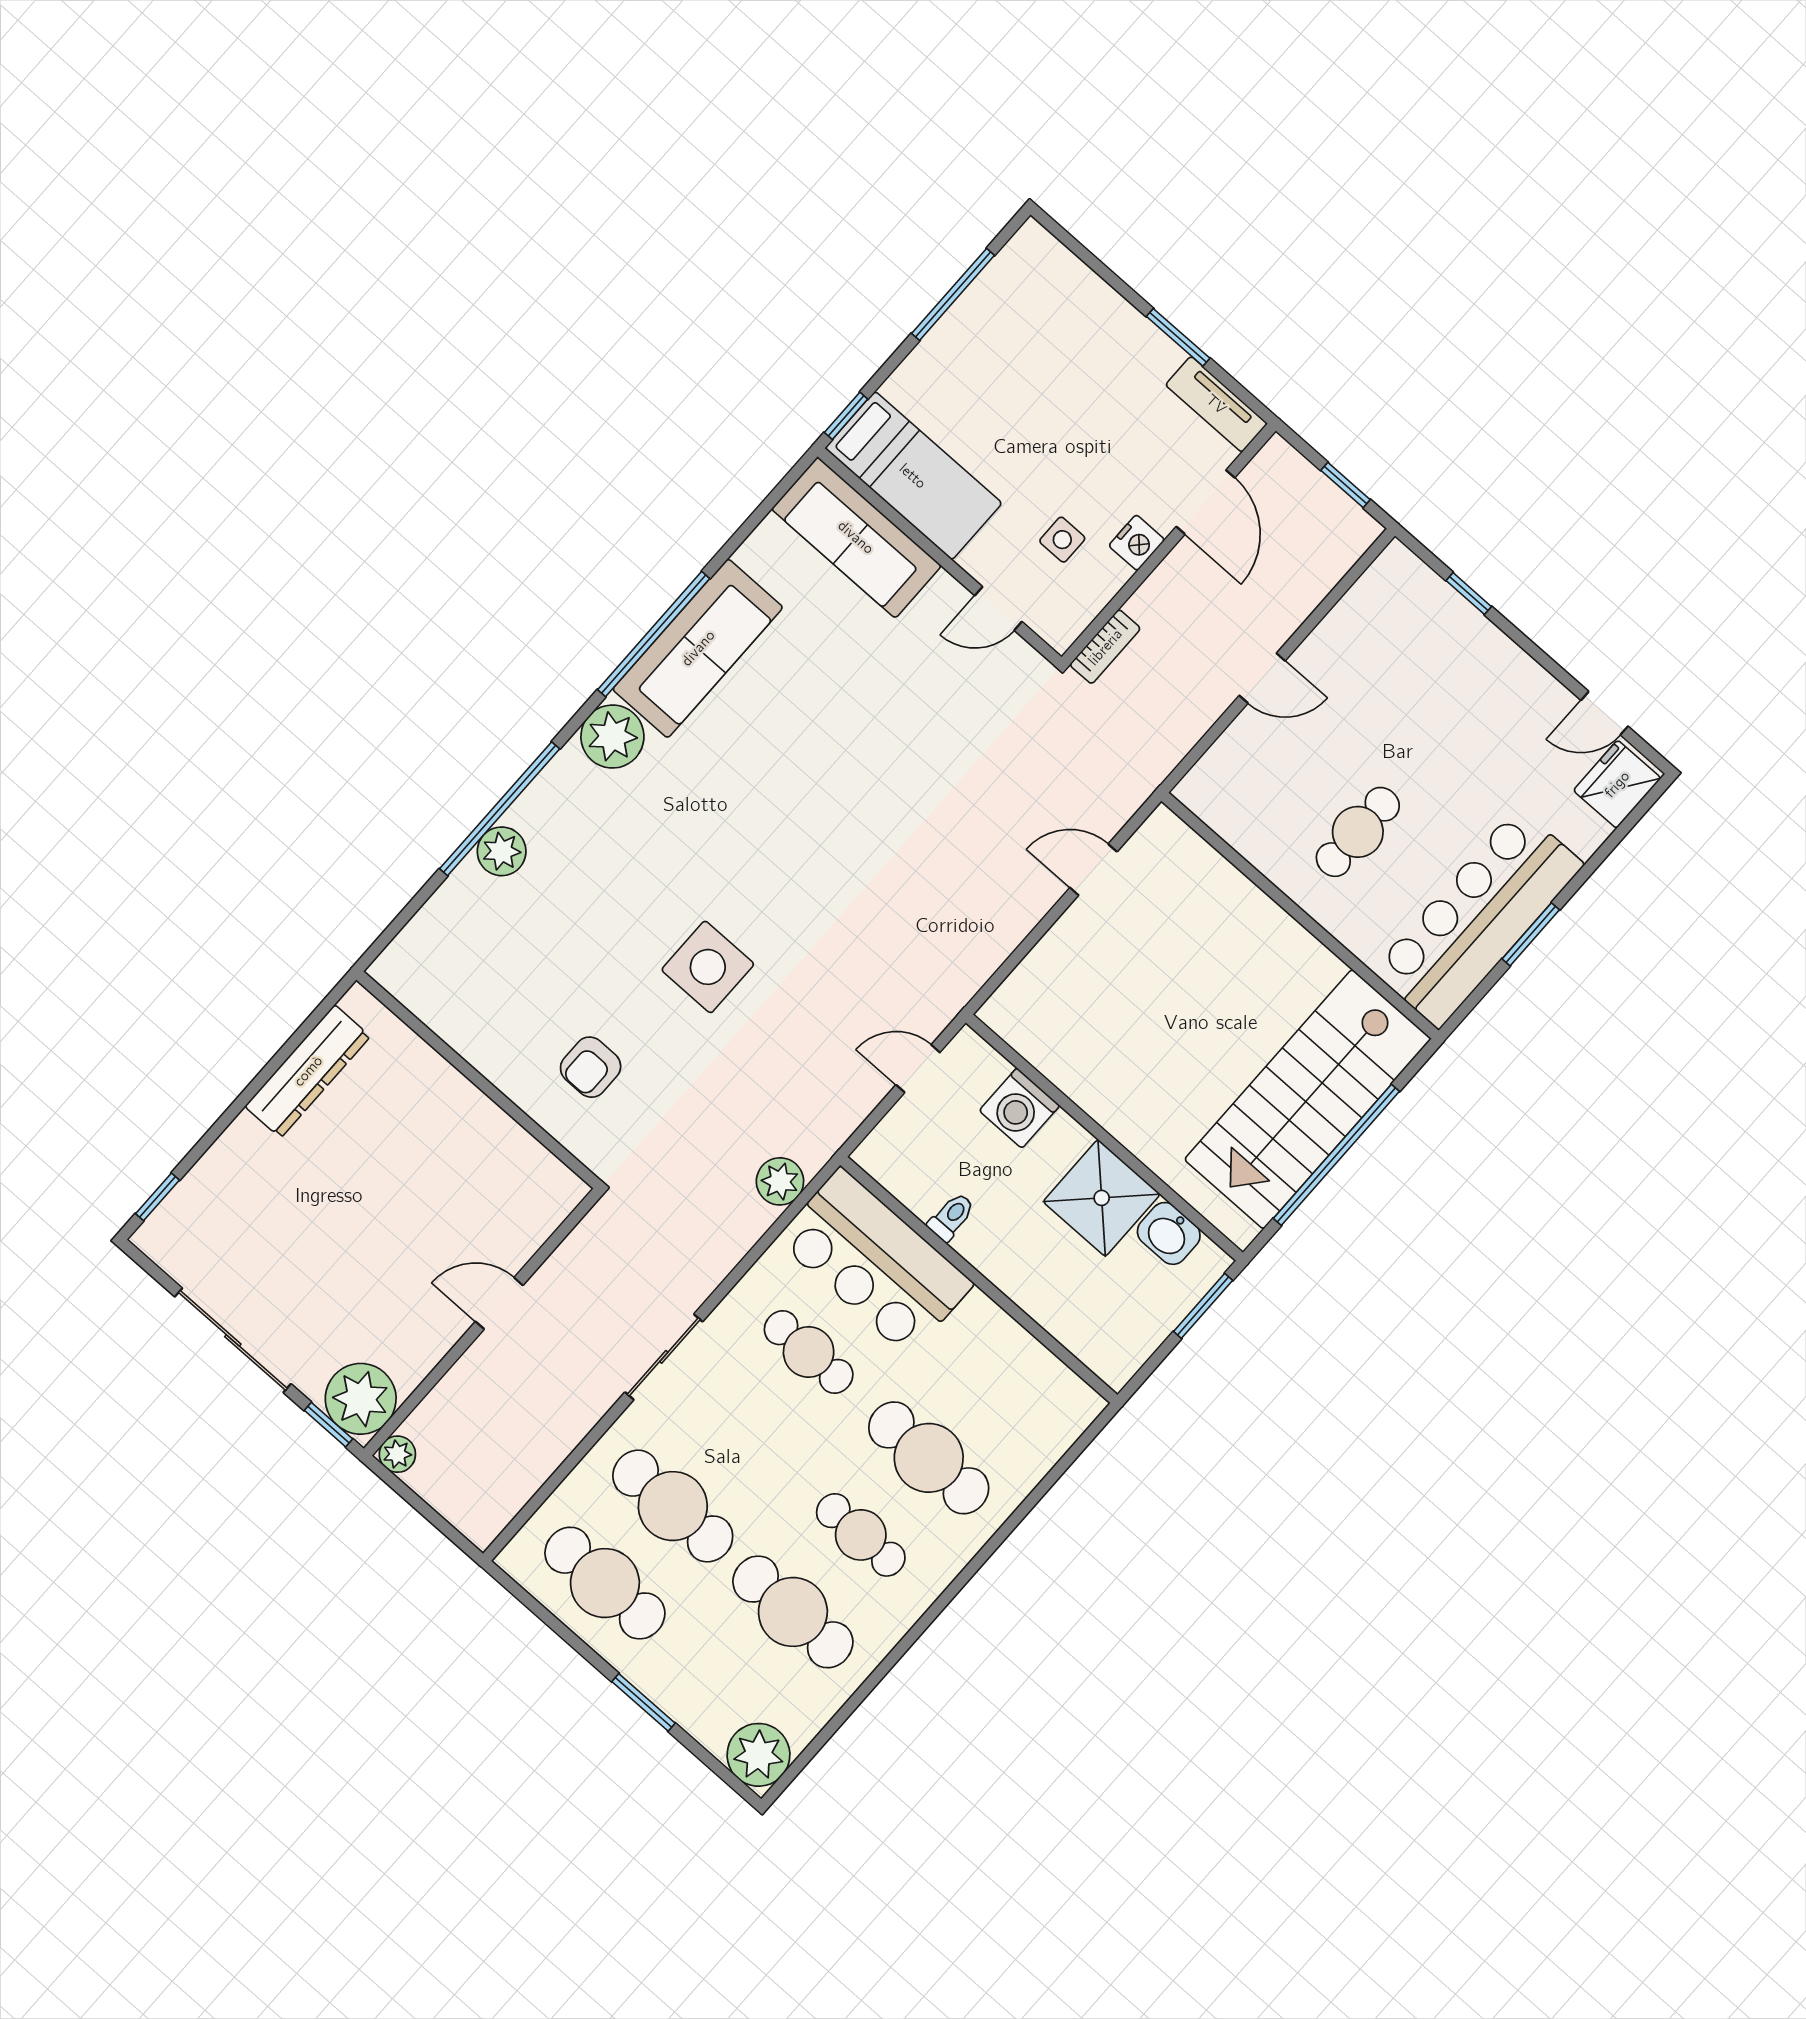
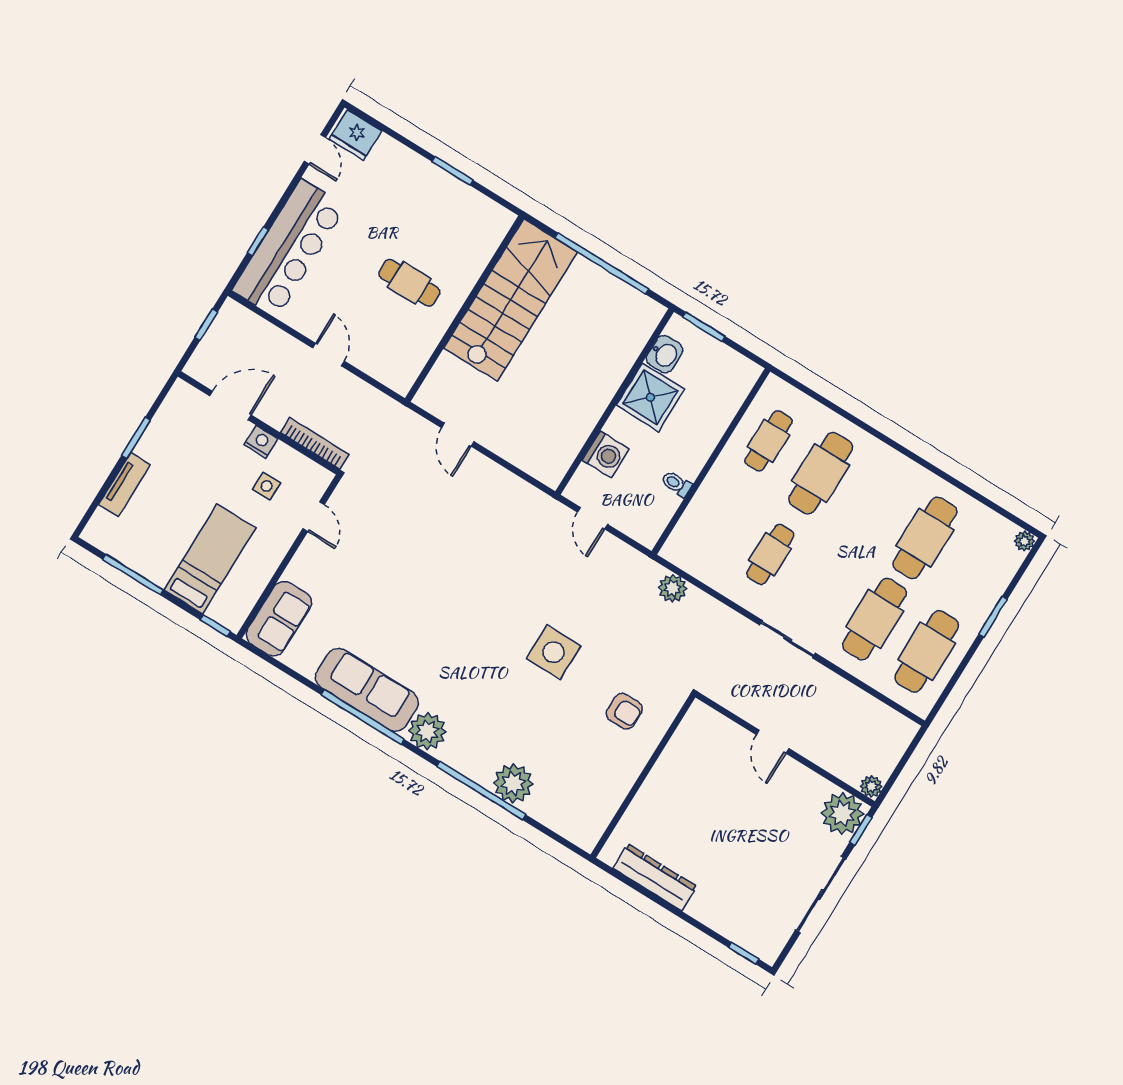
tv unit: (1216, 404) -> (125, 485), moved
bed: (913, 476) -> (210, 559), moved
sofa: (856, 537) -> (279, 619), width x0.73
bookcase: (1105, 647) -> (315, 443), width x1.56
plant: (502, 851) -> (513, 783), width x1.36, depth x1.36
bar counter: (1478, 918) -> (289, 248), moved, turned -90
stairs: (1308, 1099) -> (511, 300), moved, turned -90
bar counter: (875, 1262) -> (711, 525), removed
cafe table: (861, 1535) -> (769, 441), moved
plant: (758, 1755) -> (1024, 541), width x0.53, depth x0.53

